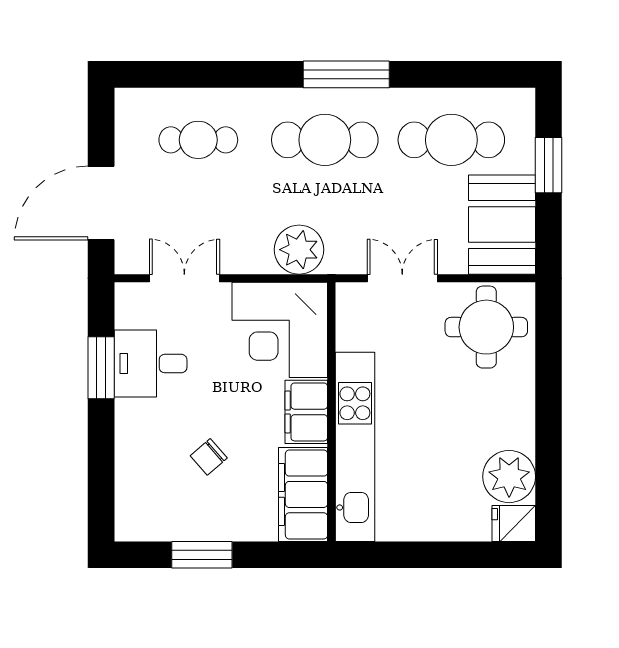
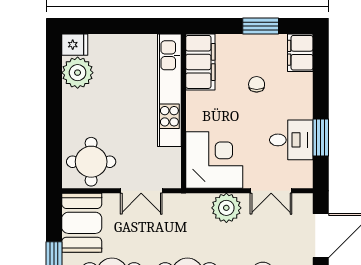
plant: (299, 250) -> (226, 208), moved
filing cabinet: (306, 412) -> (300, 53), moved, turned 180
chair: (209, 457) -> (257, 84), turned -49

